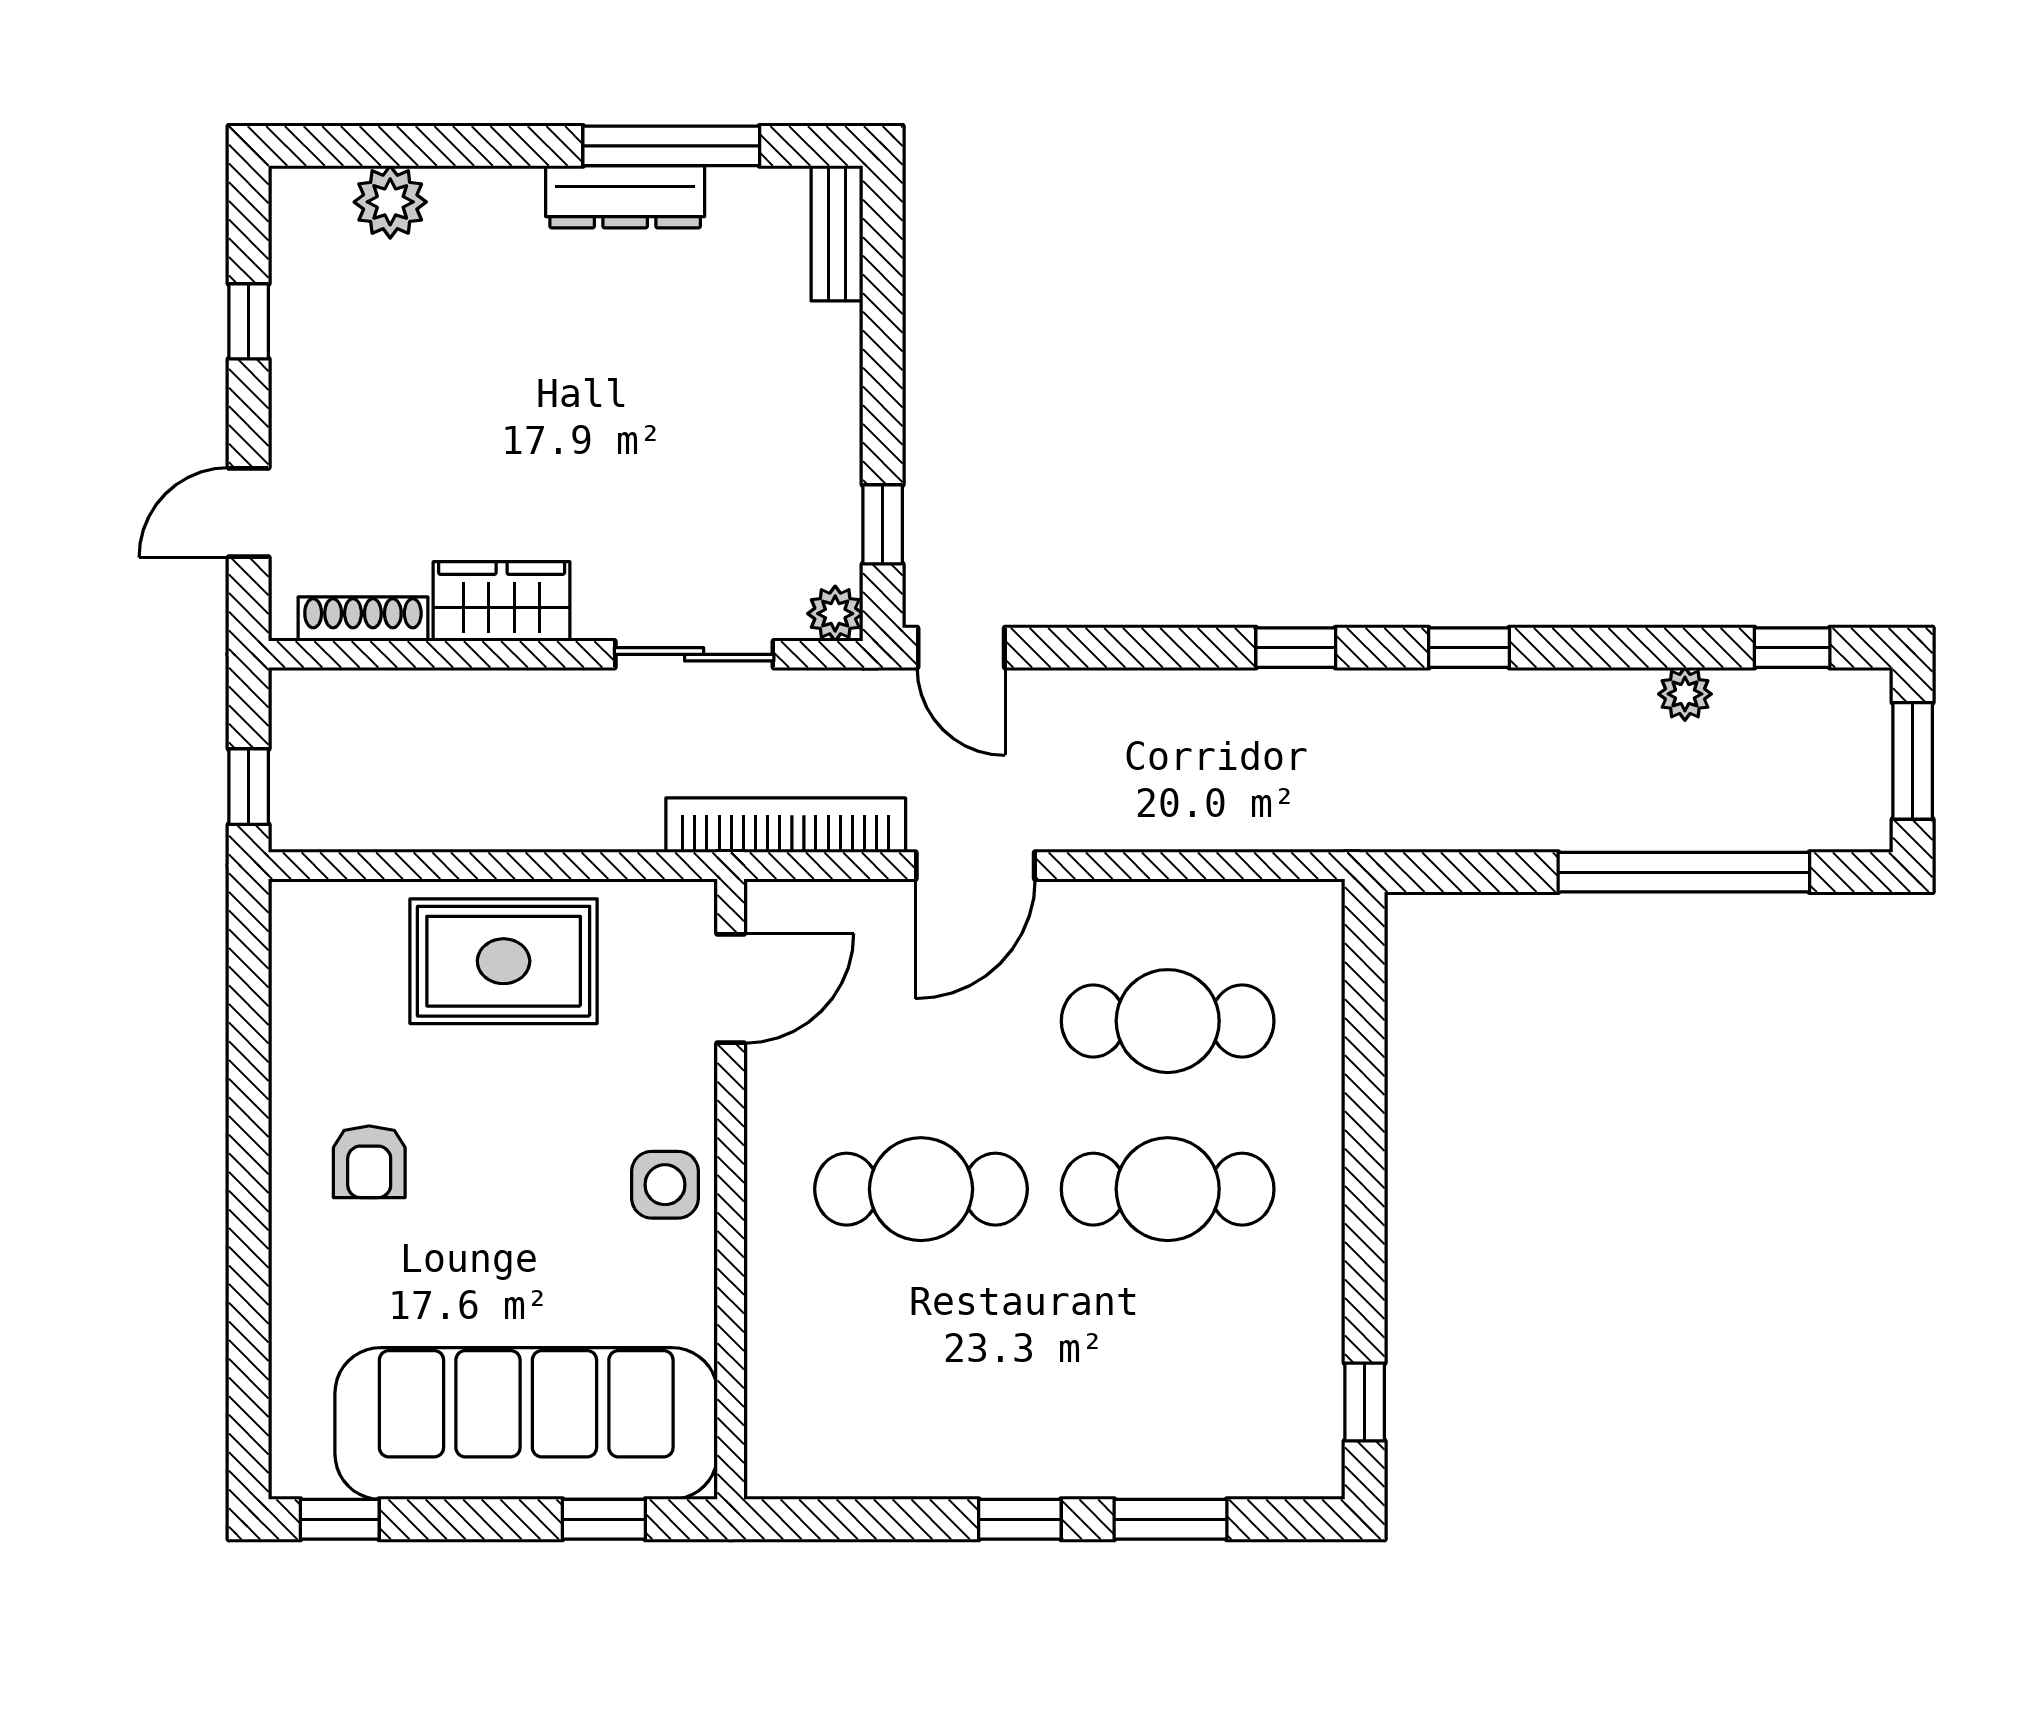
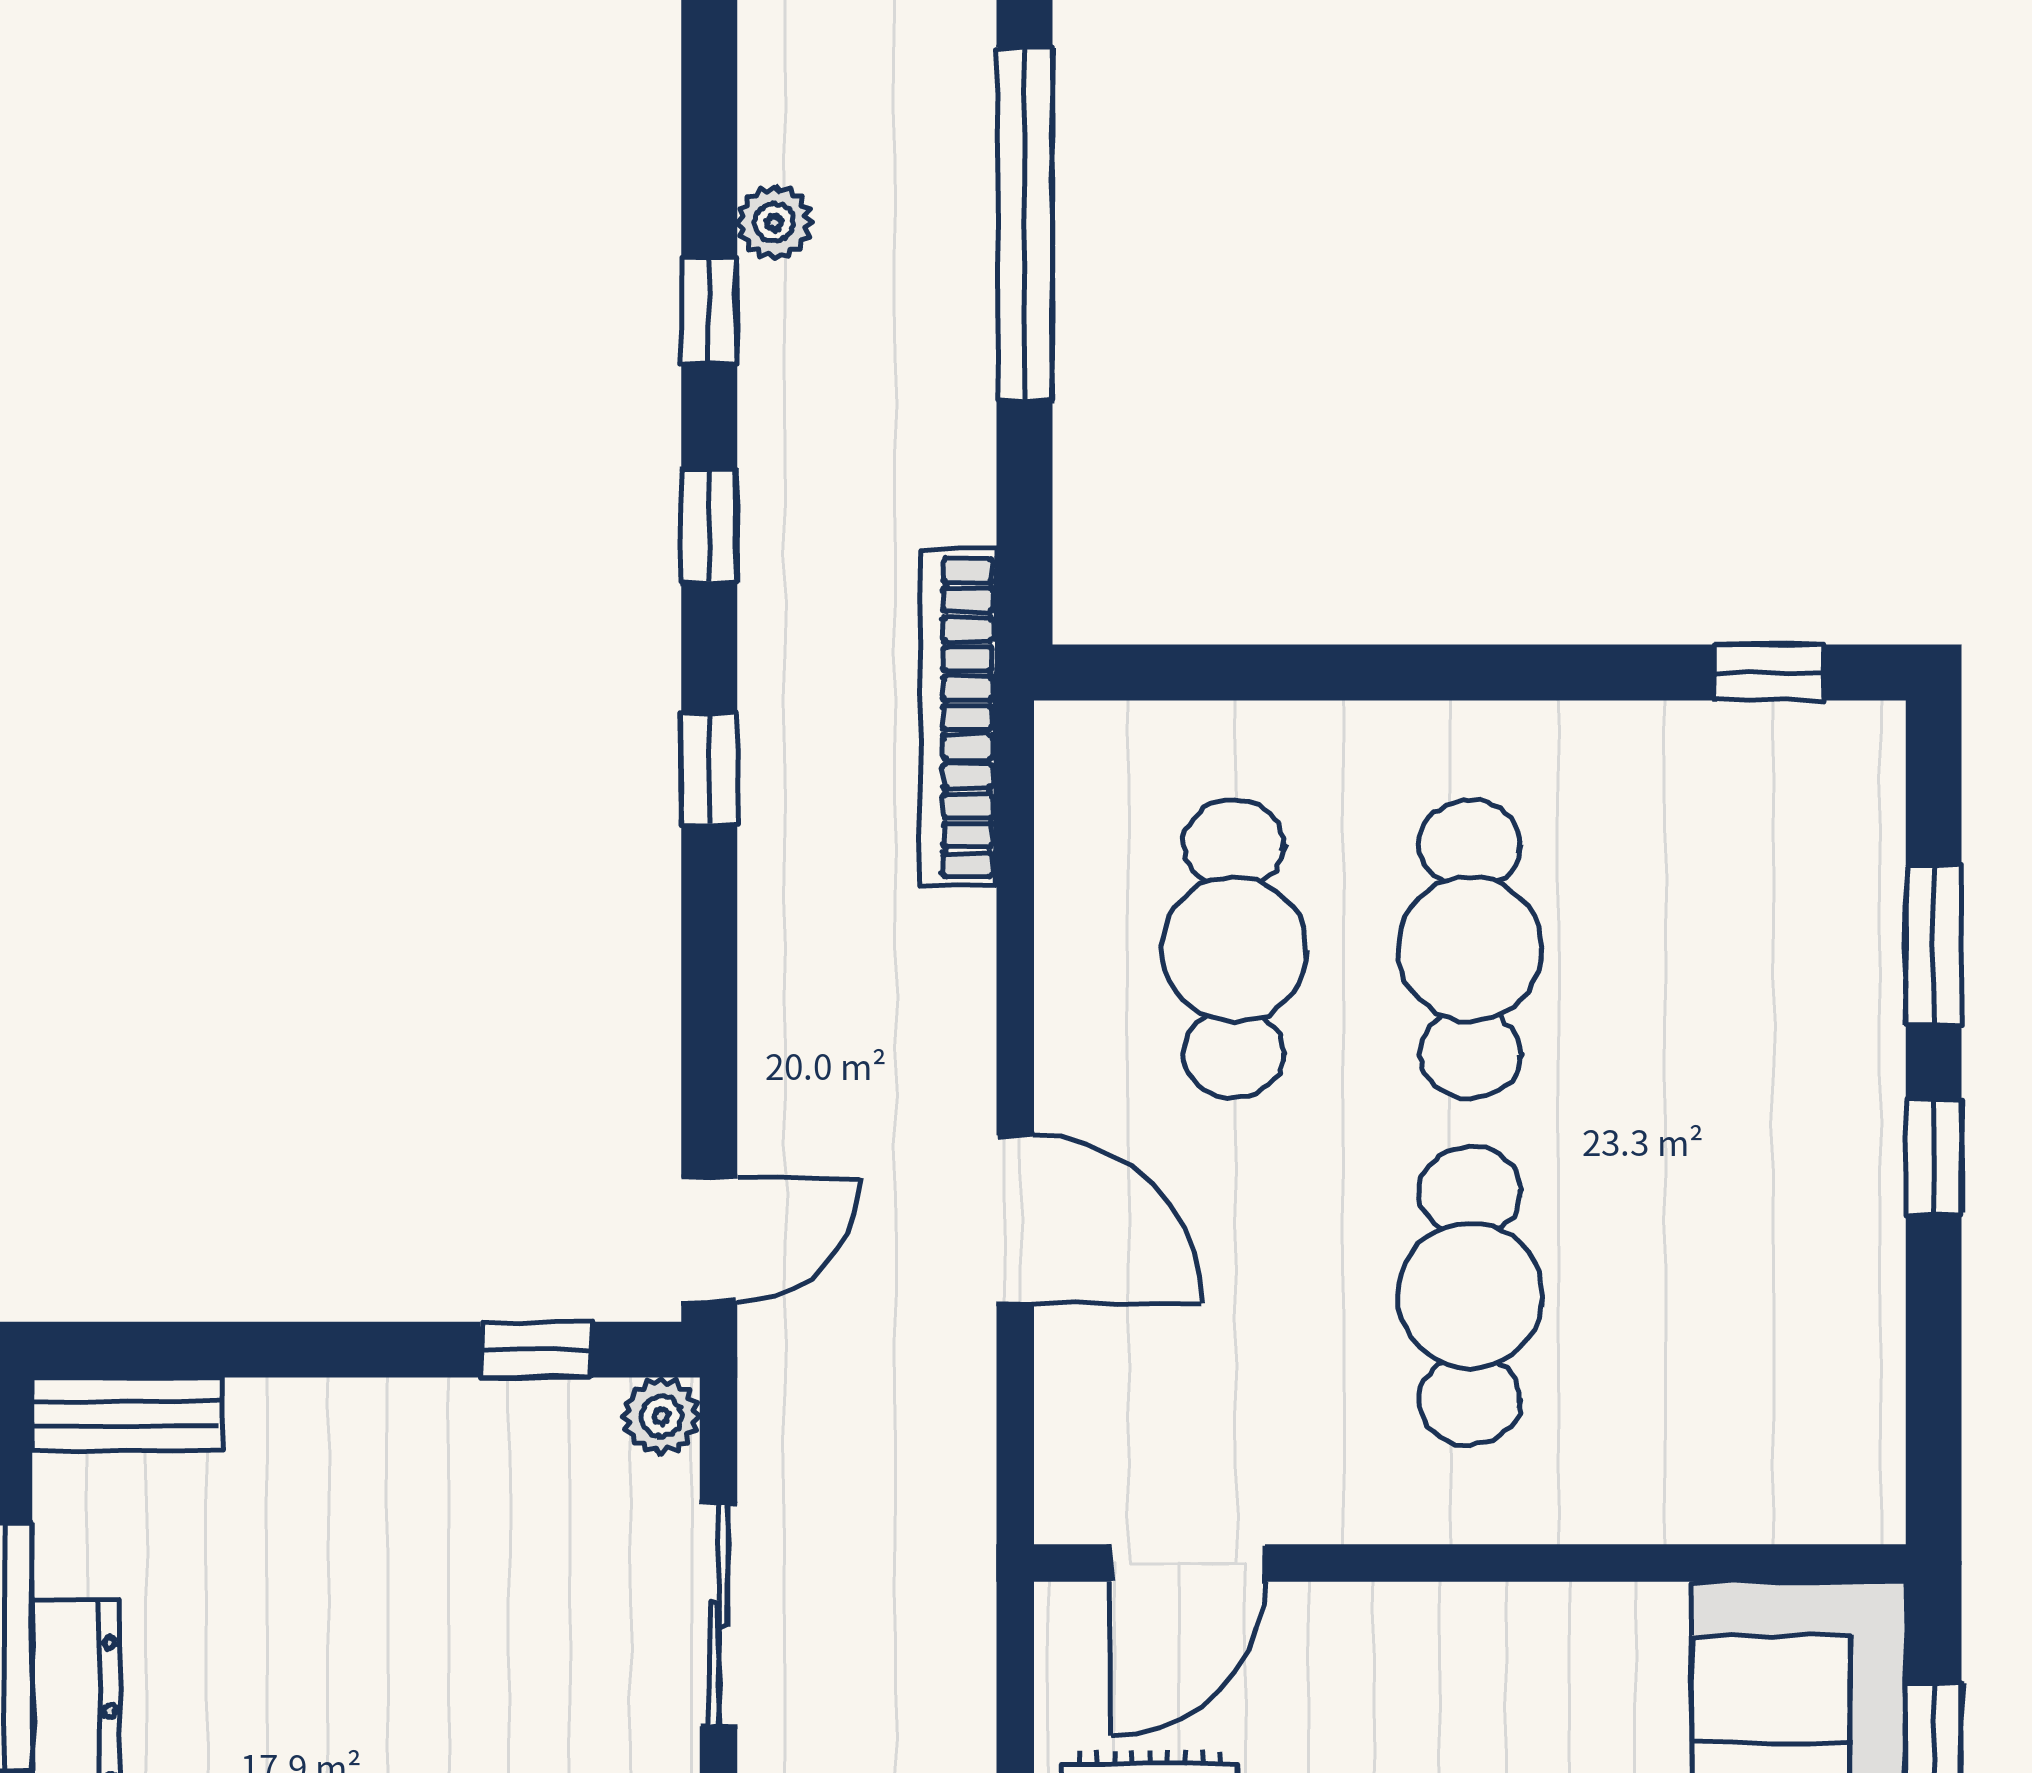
window: (1792, 648) -> (709, 311), moved
bookcase: (786, 825) -> (959, 718), moved
door: (731, 988) -> (1188, 1563), swing flipped
side table: (665, 1185) -> (1464, 1655), removed

